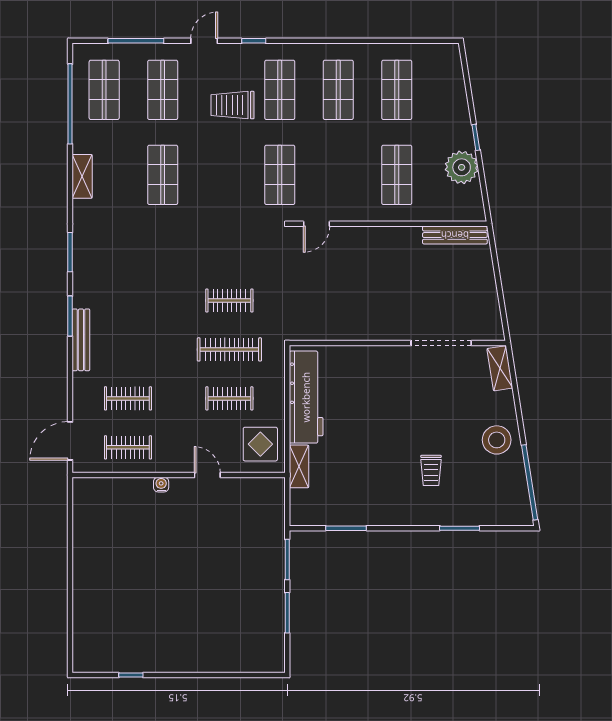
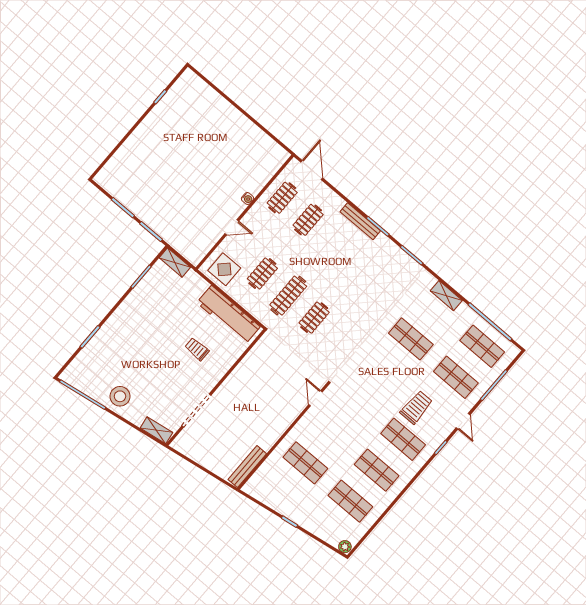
plant: (462, 167) -> (345, 547), moved, width x0.53, depth x0.53
shop shelf: (280, 175) -> (358, 401), removed
shelving: (299, 466) -> (175, 263), moved
trolley: (431, 470) -> (197, 349), moved

